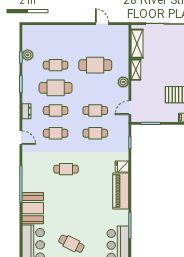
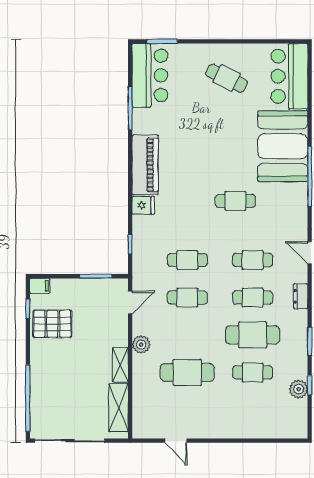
booth: (33, 208) -> (283, 146), width x1.36, depth x1.42

